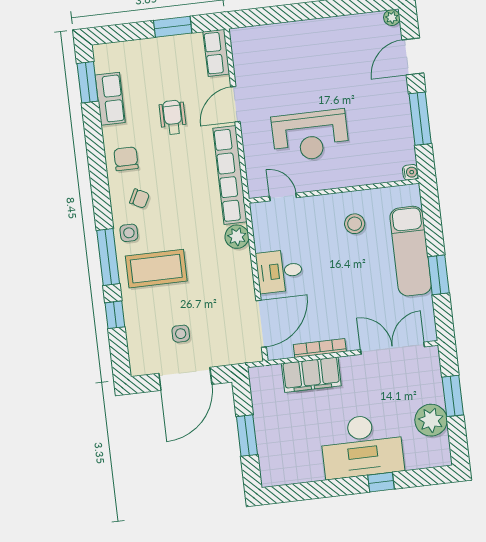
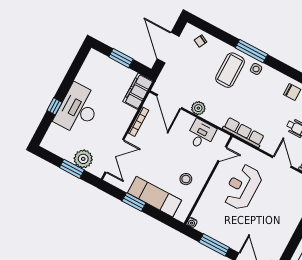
row of seats: (230, 175) -> (244, 132), width x0.73
chair: (139, 198) -> (201, 41), moved
plant: (237, 237) -> (198, 108), moved
desk: (279, 271) -> (201, 135), moved
window: (115, 315) -> (222, 35), removed
side table: (181, 334) -> (191, 60), removed
filing cabinet: (311, 375) -> (138, 91), moved
plant: (431, 420) -> (83, 159), moved

